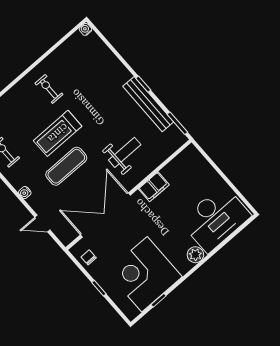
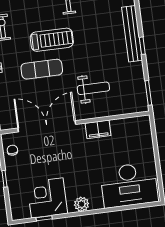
bench: (148, 104) -> (132, 34), moved
treadmill: (58, 133) -> (52, 40), turned 180
plant: (195, 255) -> (82, 204), moved
corner desk: (144, 274) -> (47, 198), width x0.74, depth x0.74

